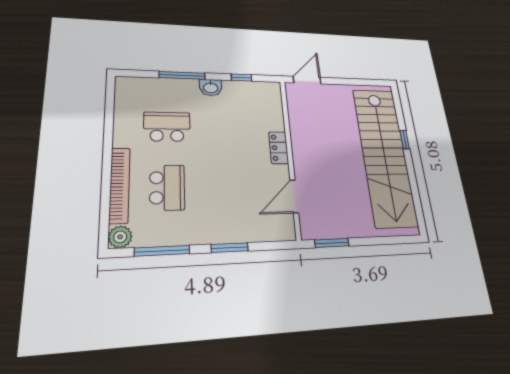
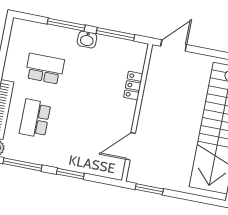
window: (241, 78) -> (115, 34), width x2.17
locker: (279, 148) -> (133, 86), moved
school desk: (167, 188) -> (35, 118), turned 180

